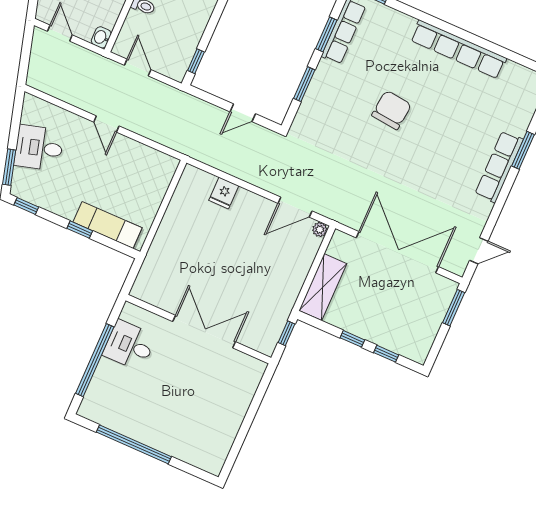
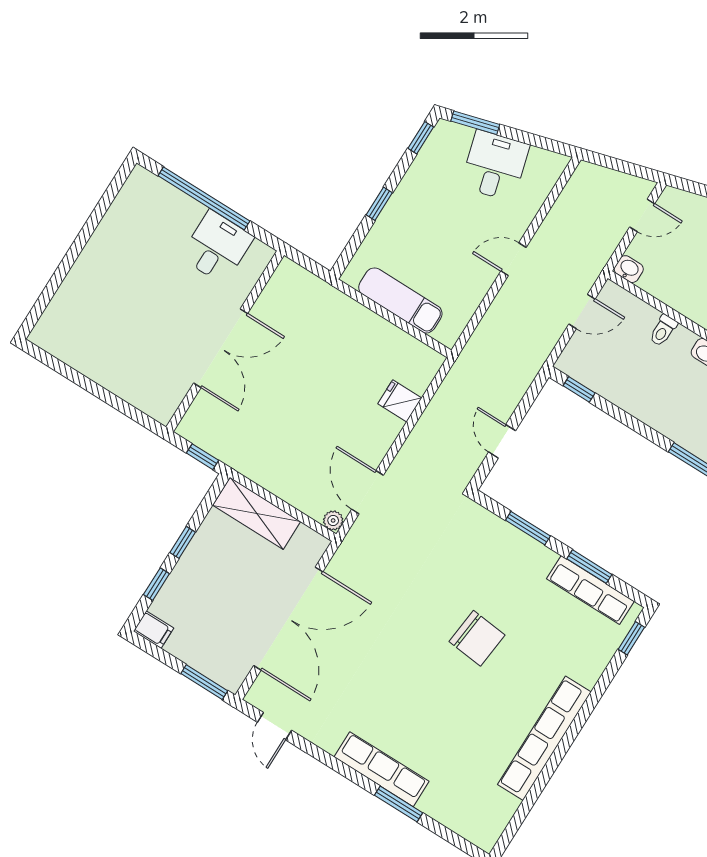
exam couch: (107, 225) -> (400, 300), moved, turned -90
filing cabinet: (420, 351) -> (154, 630), added
window: (134, 444) -> (85, 234), removed

